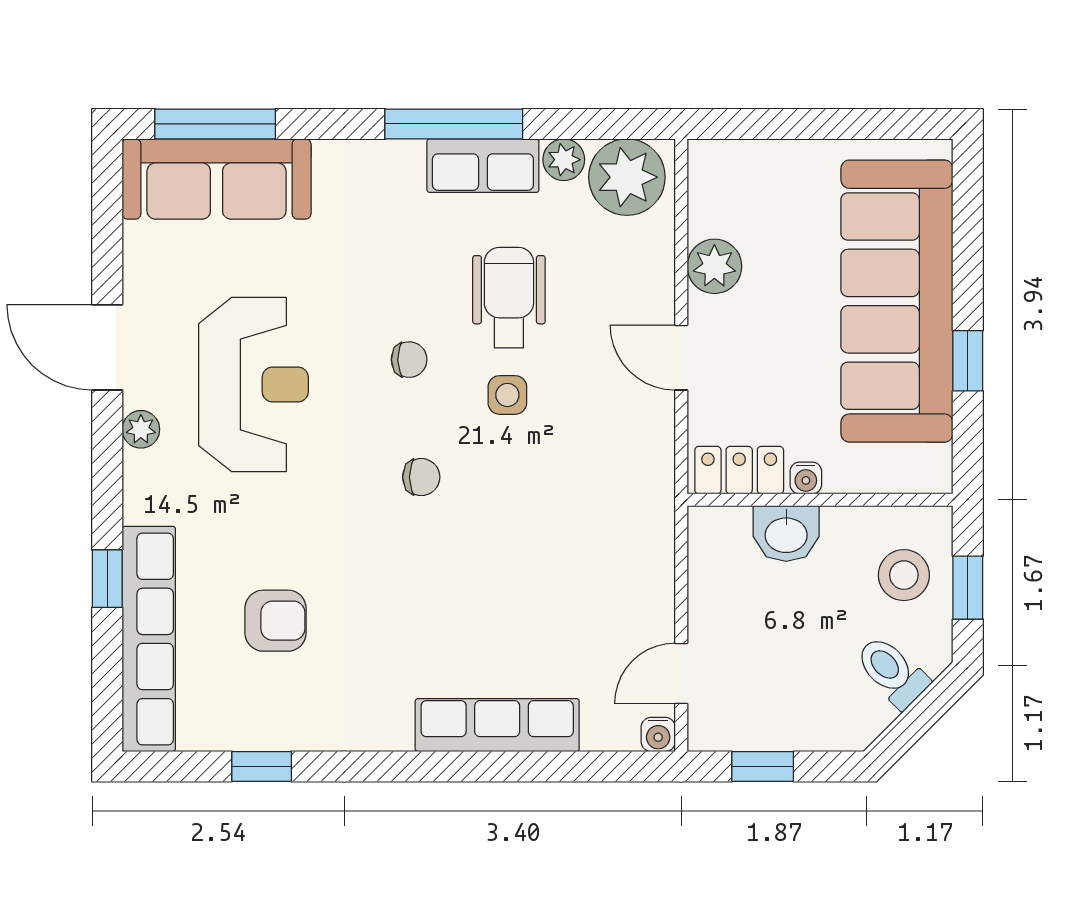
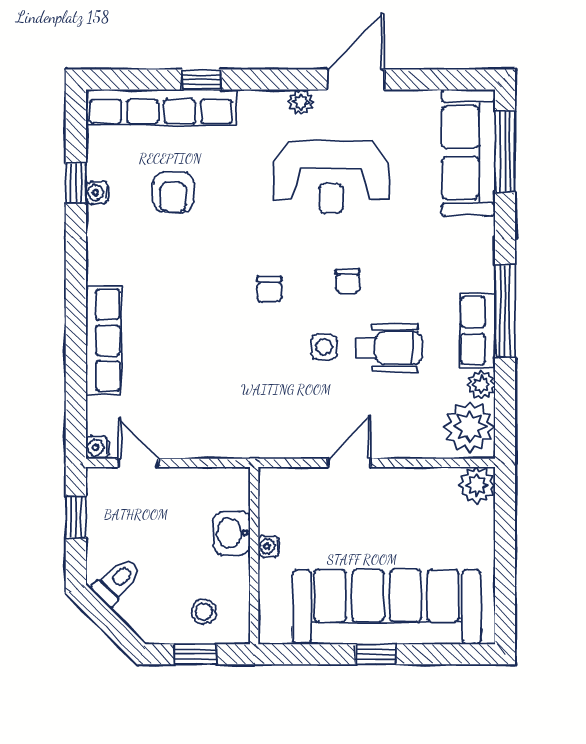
plant: (714, 266) -> (477, 485), moved
window: (968, 361) -> (376, 654), moved
locker: (739, 470) -> (274, 502), removed
stool: (904, 575) -> (204, 612), width x0.73, depth x0.73
toilet: (892, 672) -> (117, 581), moved
water cooler: (277, 735) -> (97, 193), added

